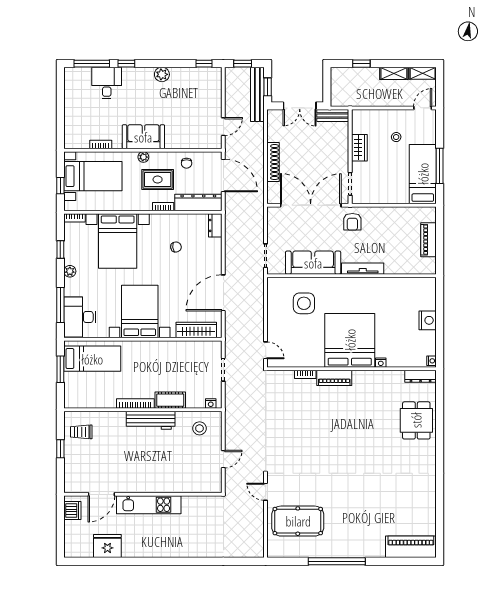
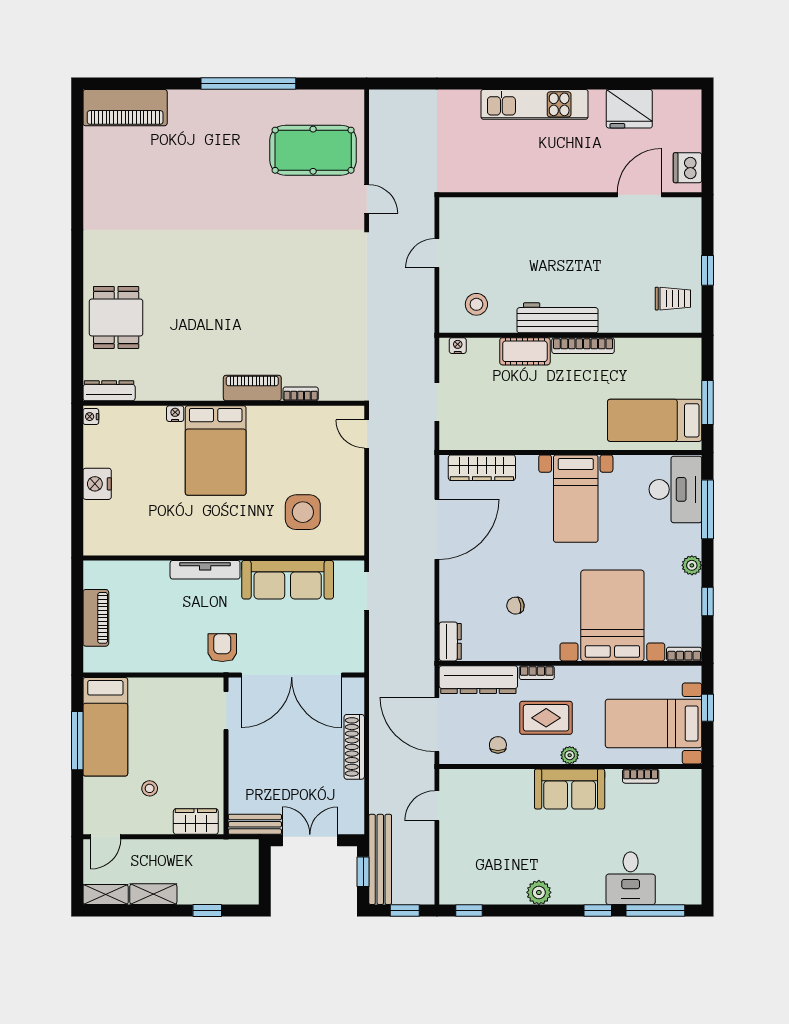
wardrobe: (359, 148) -> (196, 821), moved, turned 90
bed with nightstands: (140, 311) -> (576, 499), width x0.73
bed: (350, 340) -> (216, 450), width x0.73
kitchen unit: (149, 505) -> (535, 104), moved, turned 180

